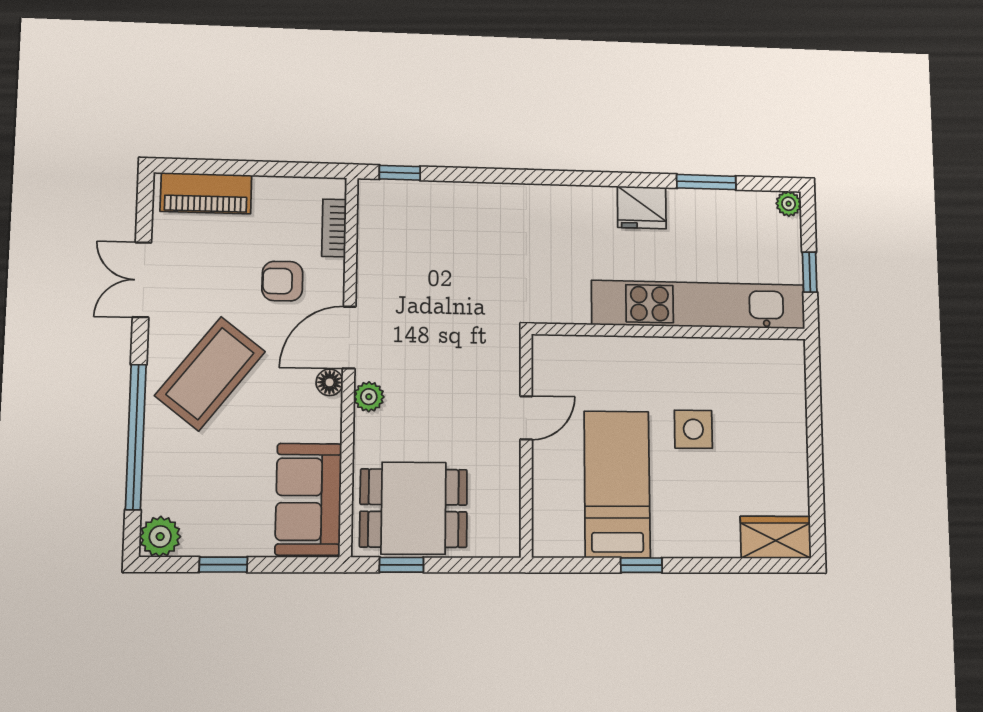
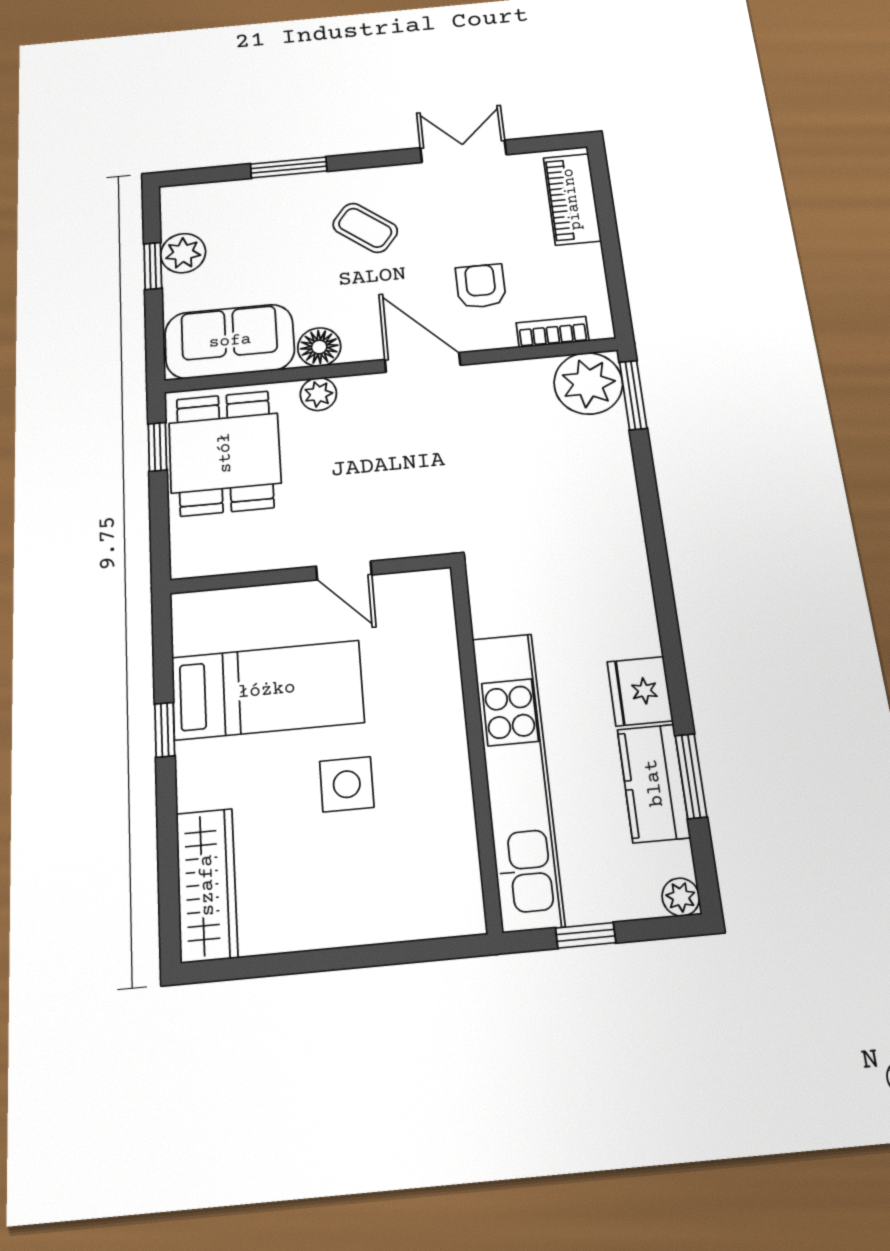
window: (400, 173) -> (633, 395), width x1.50
plant: (385, 206) -> (588, 383), added
kitchen counter: (709, 209) -> (654, 783), added
coffee table: (210, 374) -> (365, 228), width x0.54, depth x0.58
floor lamp: (330, 382) -> (319, 347), moved, width x1.37, depth x1.37
plant: (369, 397) -> (318, 394), moved
window: (136, 437) -> (289, 167), width x0.47
plant: (160, 537) -> (183, 253), moved
wardrobe: (776, 537) -> (207, 885), width x1.50

